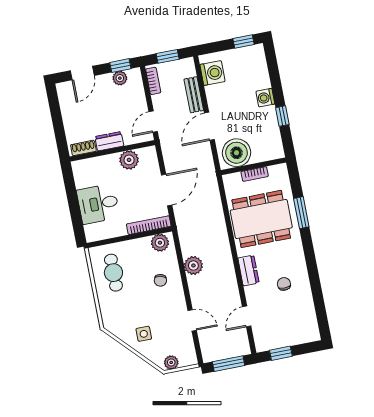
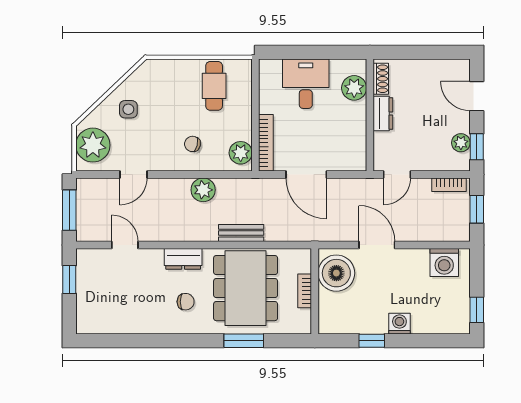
bench: (194, 95) -> (241, 233), moved
door: (153, 122) -> (397, 175), swing flipped
plant: (129, 160) -> (354, 88), moved
cafe table: (113, 273) -> (214, 86), turned 90
chair: (284, 284) -> (186, 302), moved
plant: (171, 362) -> (93, 145), width x1.87, depth x1.87

